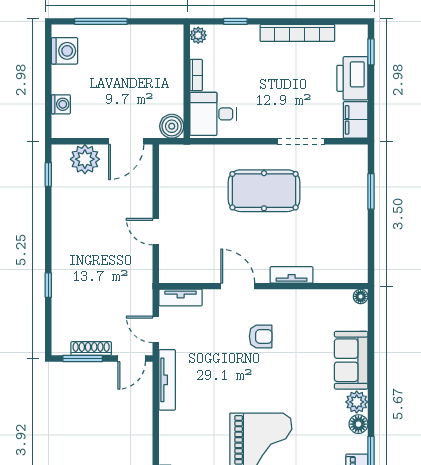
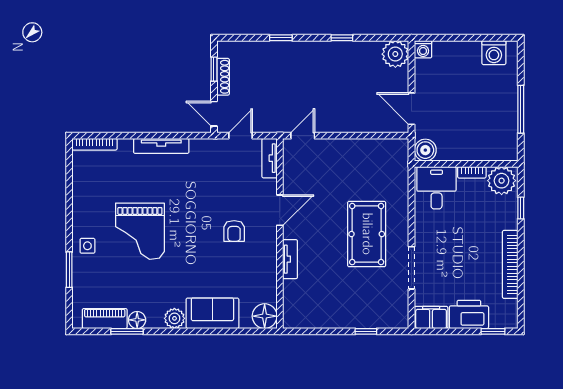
window: (101, 21) -> (521, 109), moved
plant: (198, 35) -> (502, 181), width x1.88, depth x1.88
washing machine: (61, 104) -> (423, 49), moved
plant: (85, 159) -> (395, 54), moved
window: (48, 174) -> (342, 38), moved
window: (371, 191) -> (366, 331), width x0.67
door: (156, 232) -> (303, 136), moved
floor lamp: (361, 296) -> (265, 316), width x1.89, depth x1.89
window: (83, 359) -> (214, 69), width x0.67
tv unit: (167, 380) -> (161, 146), moved
floor lamp: (358, 424) -> (137, 320), moved

